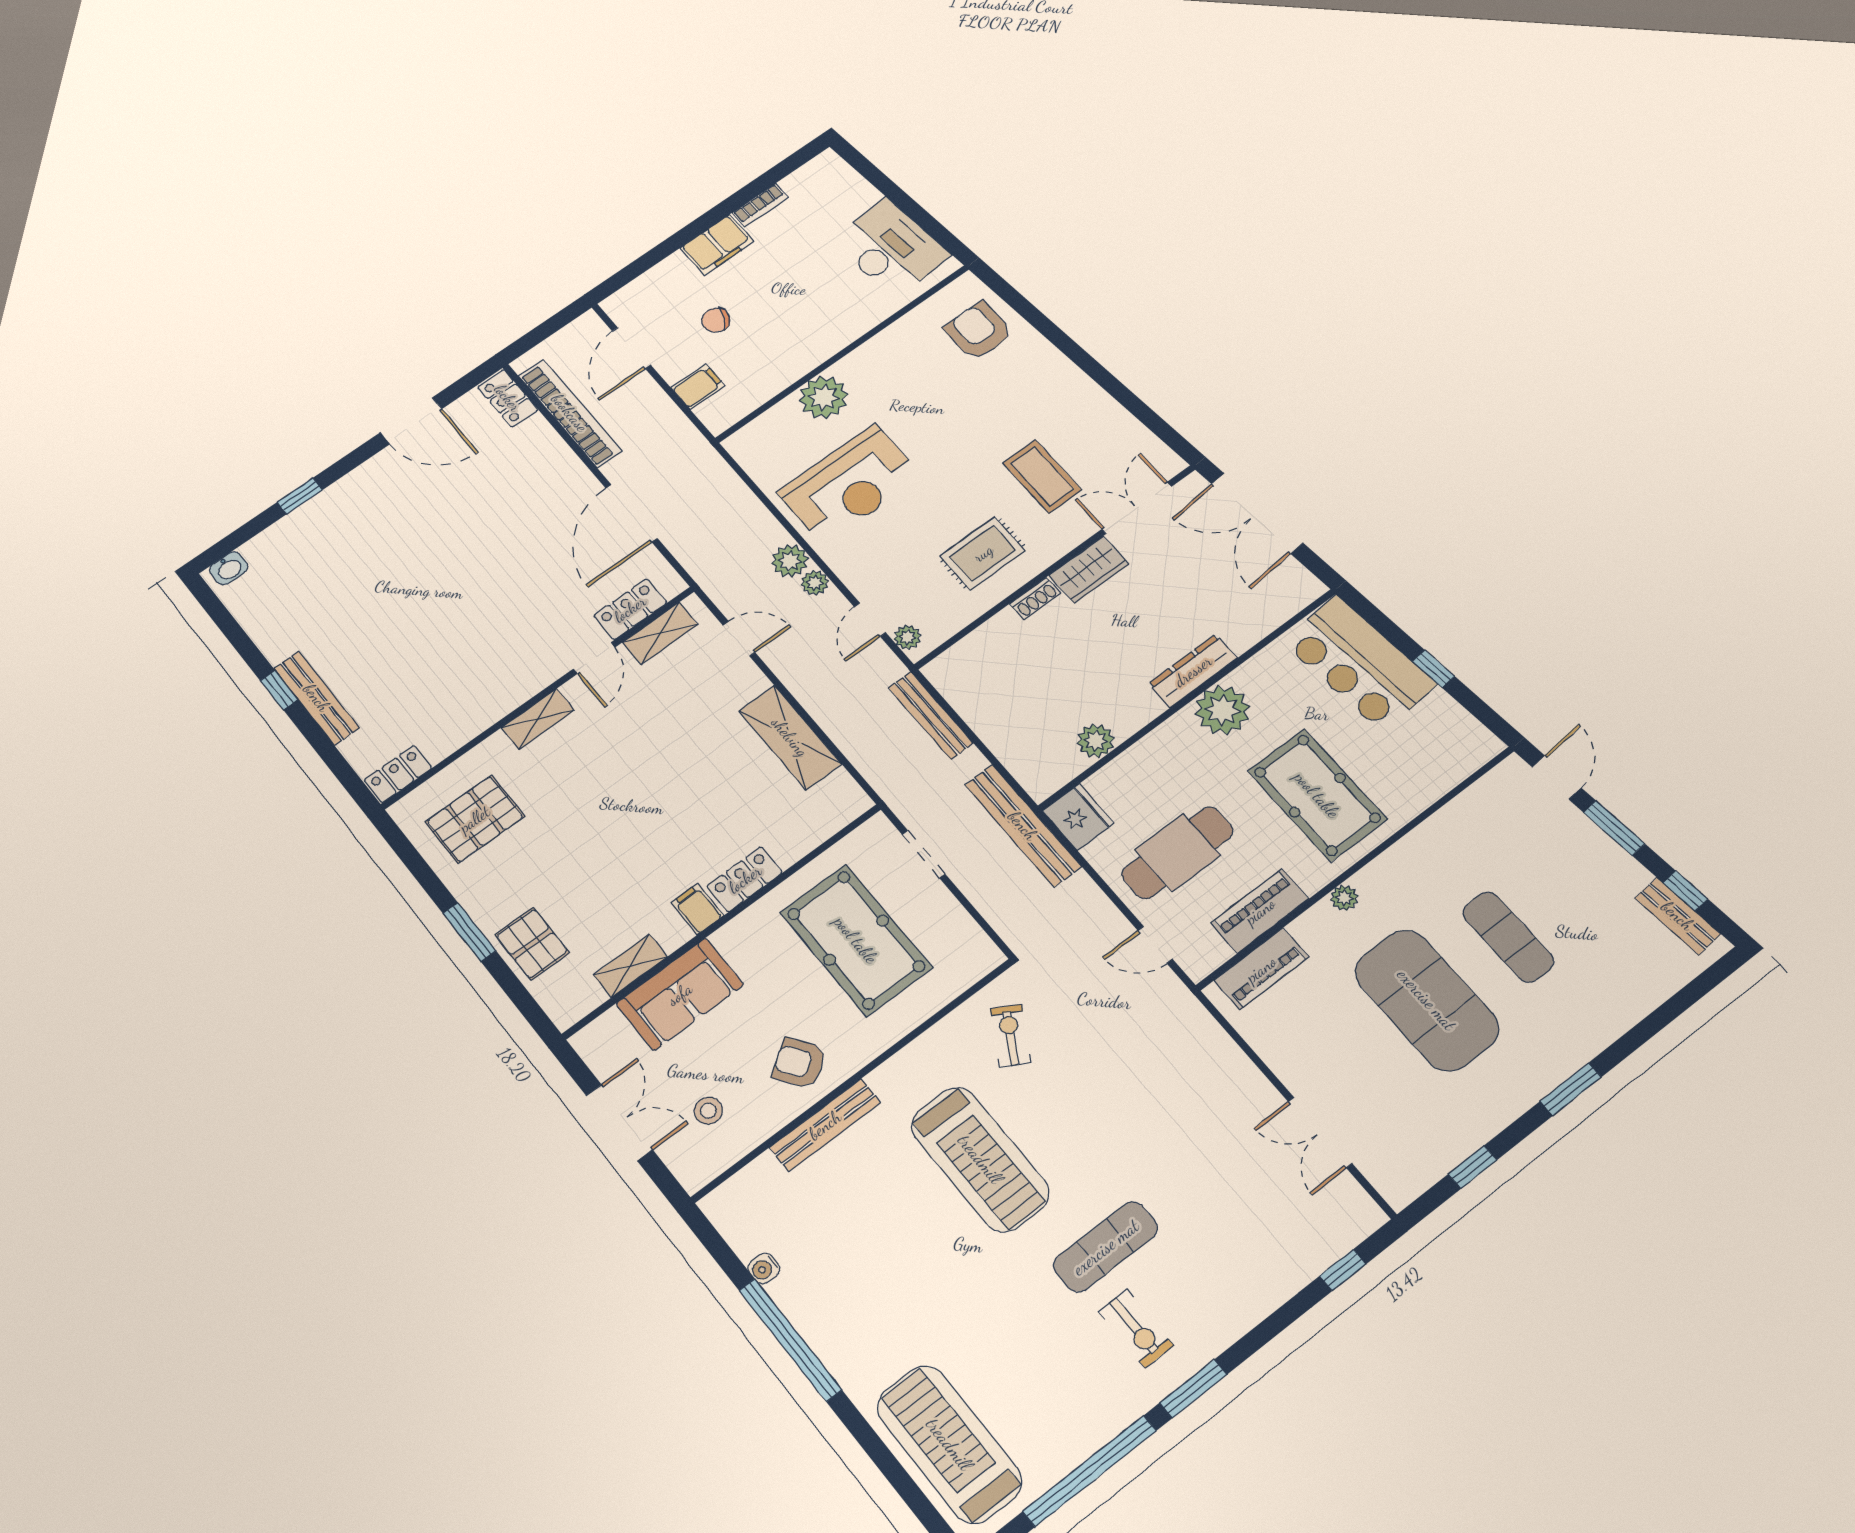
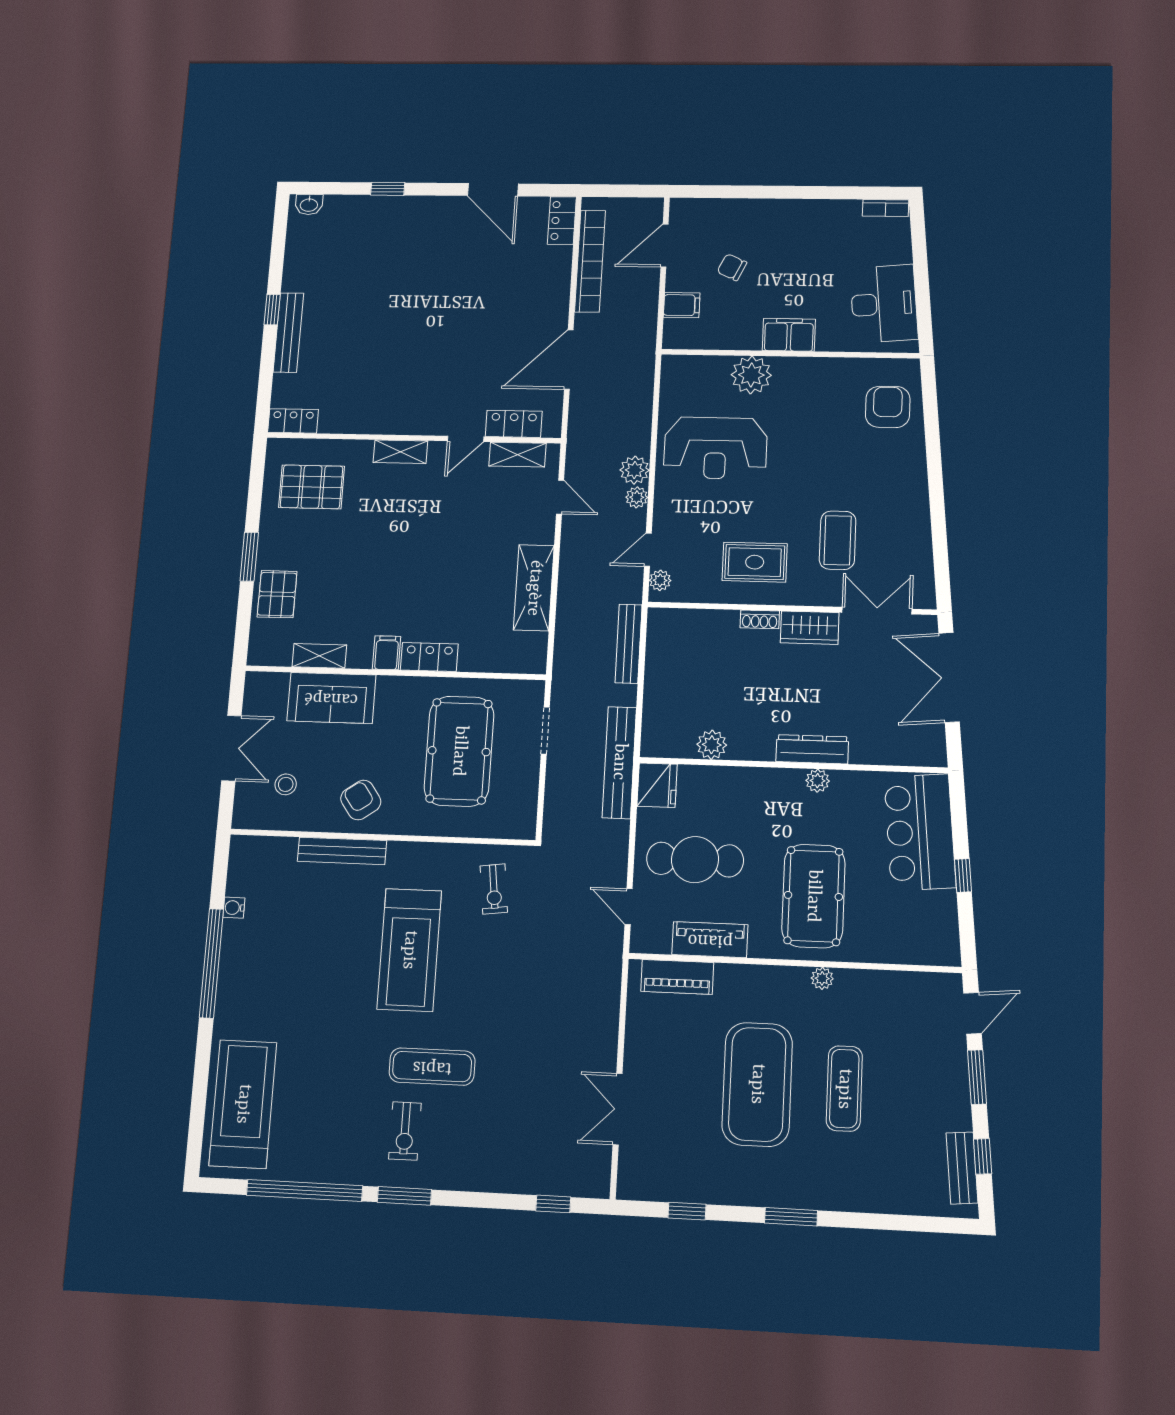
bookcase: (760, 205) -> (885, 208), moved
filing cabinet: (717, 245) -> (789, 335), moved, turned 180
plant: (1223, 710) -> (818, 781), width x0.53, depth x0.53
plant: (1344, 898) -> (822, 978), moved
exercise bike: (1010, 1036) -> (494, 889), turned 143

